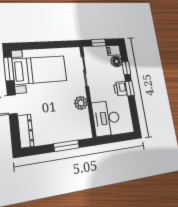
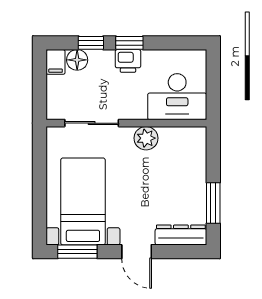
window: (99, 43) -> (40, 89), removed
window: (66, 146) -> (213, 203), moved

